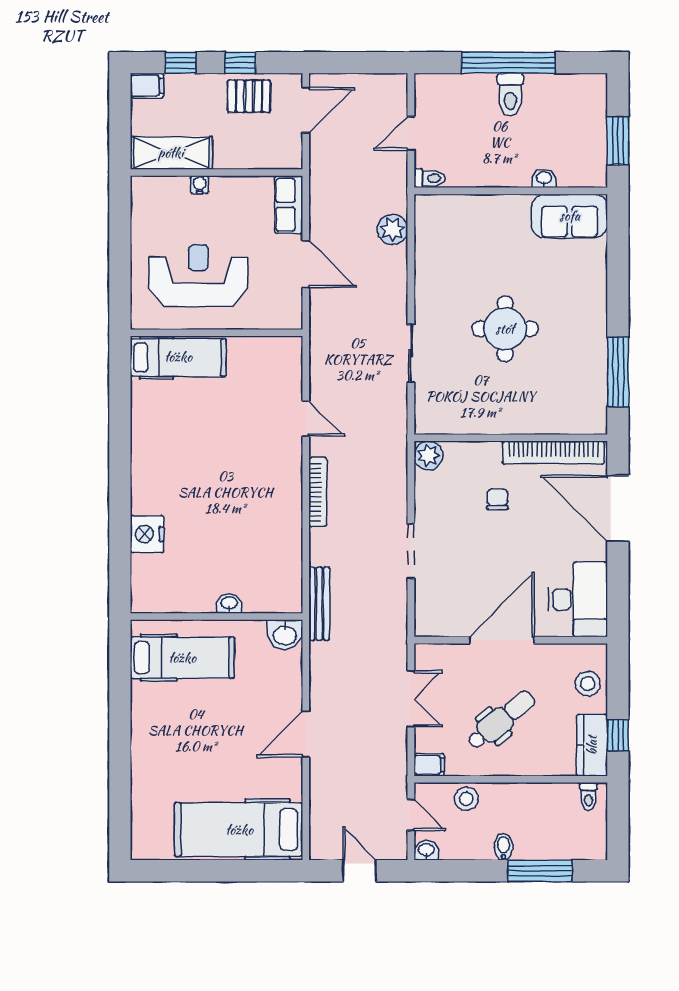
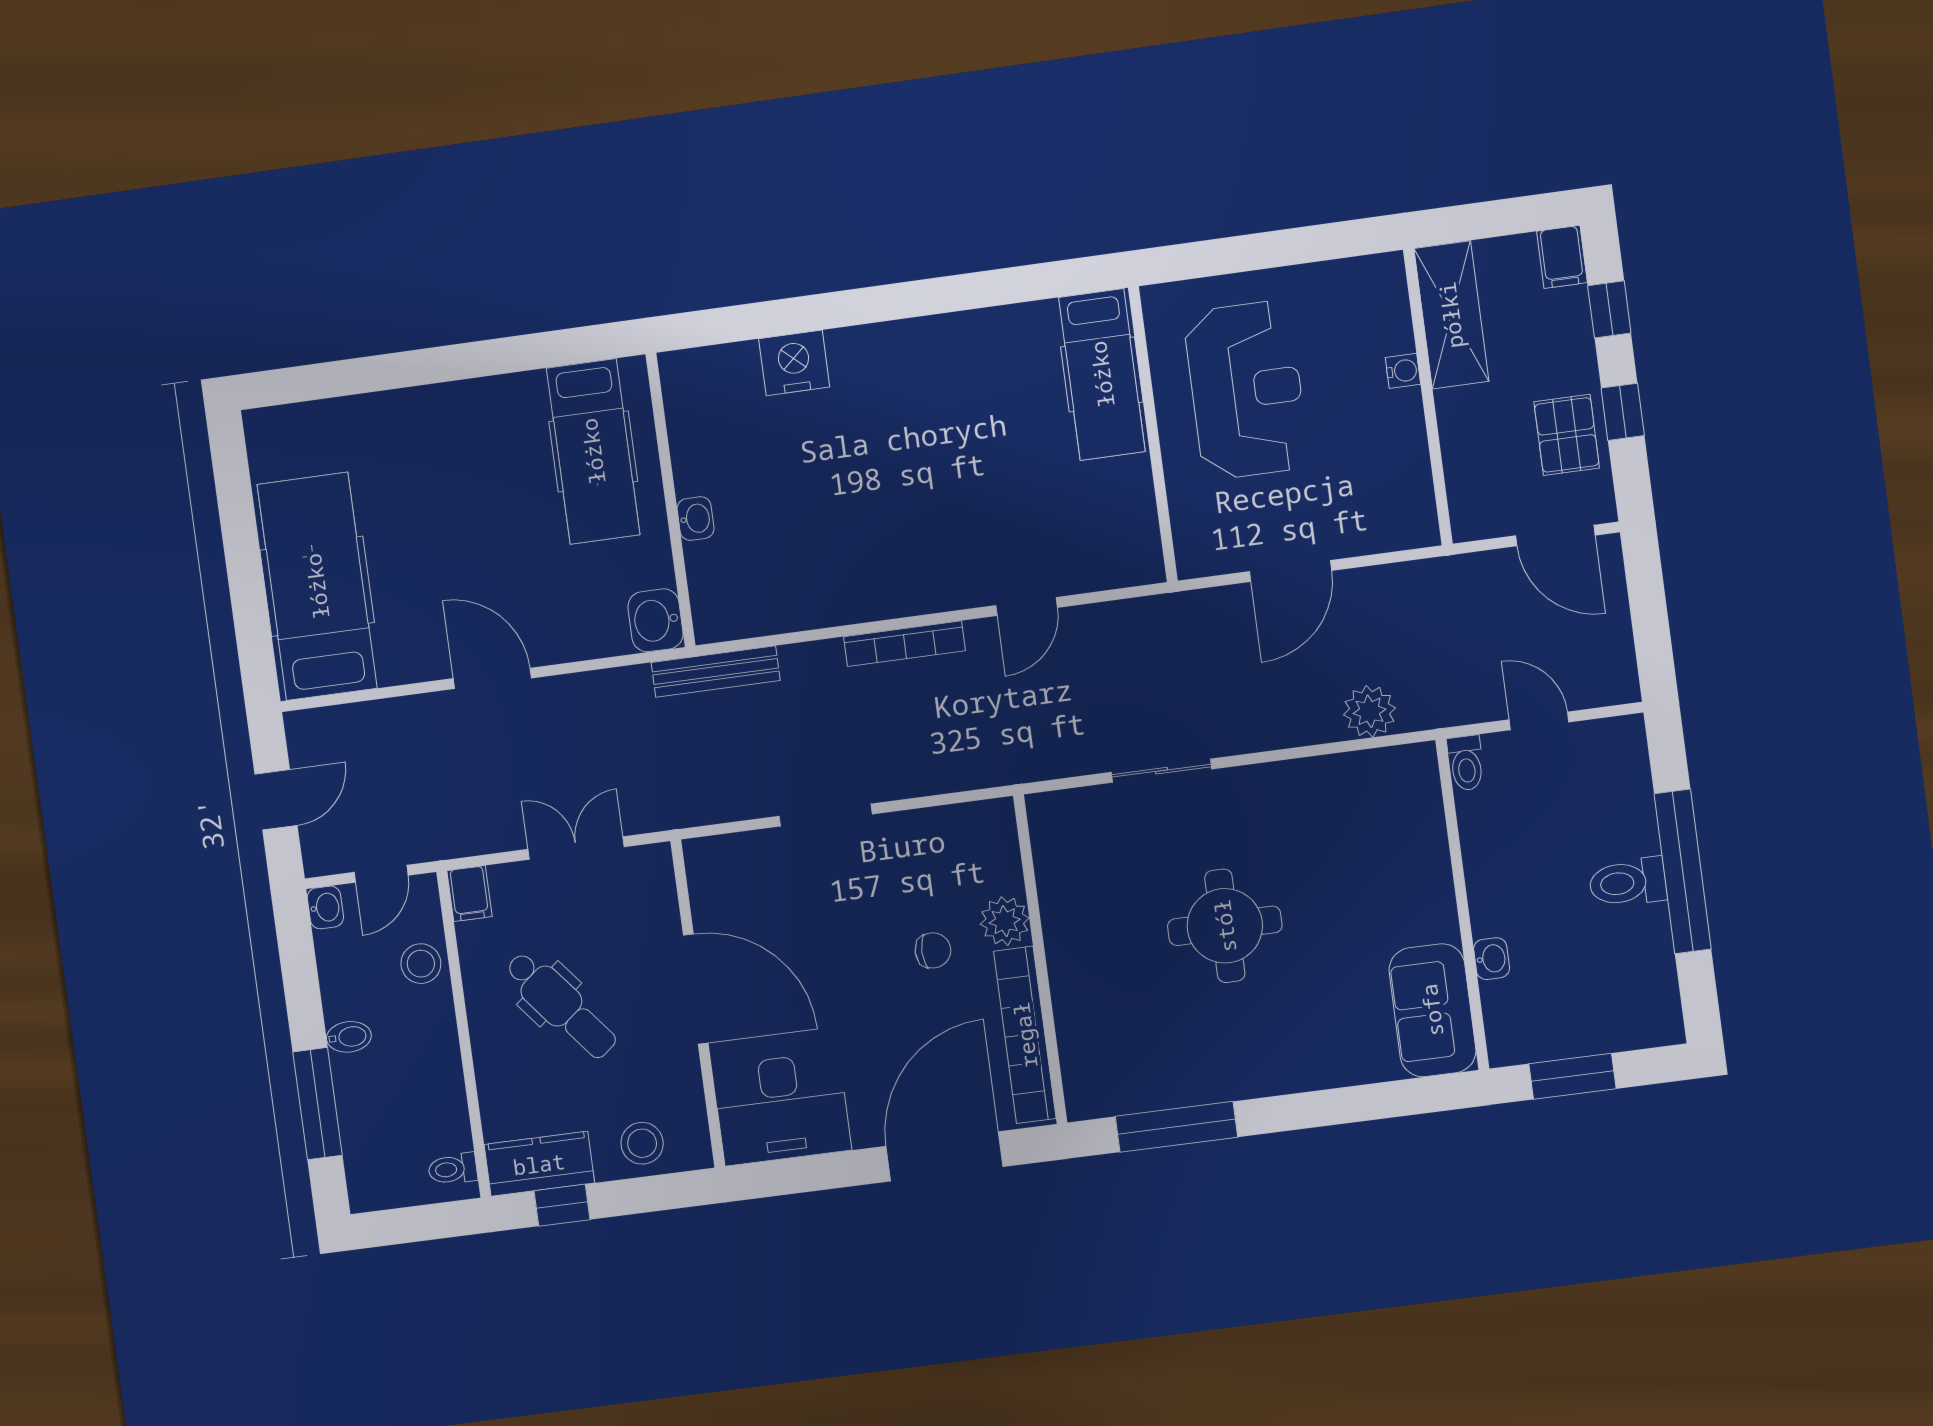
row of seats: (289, 205) -> (1389, 528), removed
plant: (428, 455) -> (1005, 921), moved
double door: (411, 699) -> (576, 848), swing flipped

